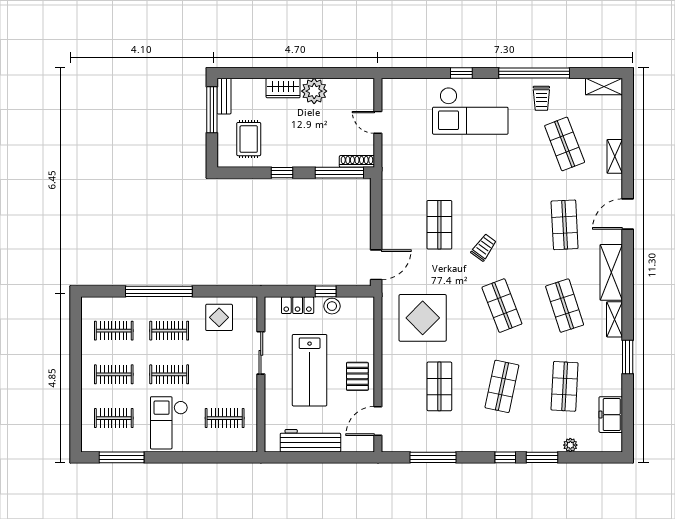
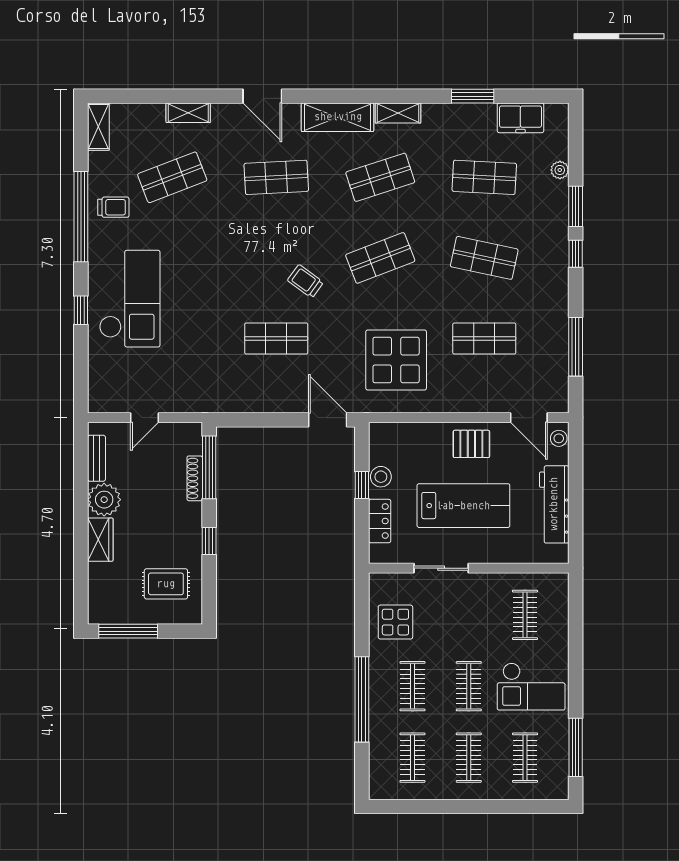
bench: (224, 96) -> (96, 458), moved, turned 90
shoe rack: (357, 161) -> (195, 478), moved
window: (628, 357) -> (473, 96), moved
stool: (362, 444) -> (559, 438), added

